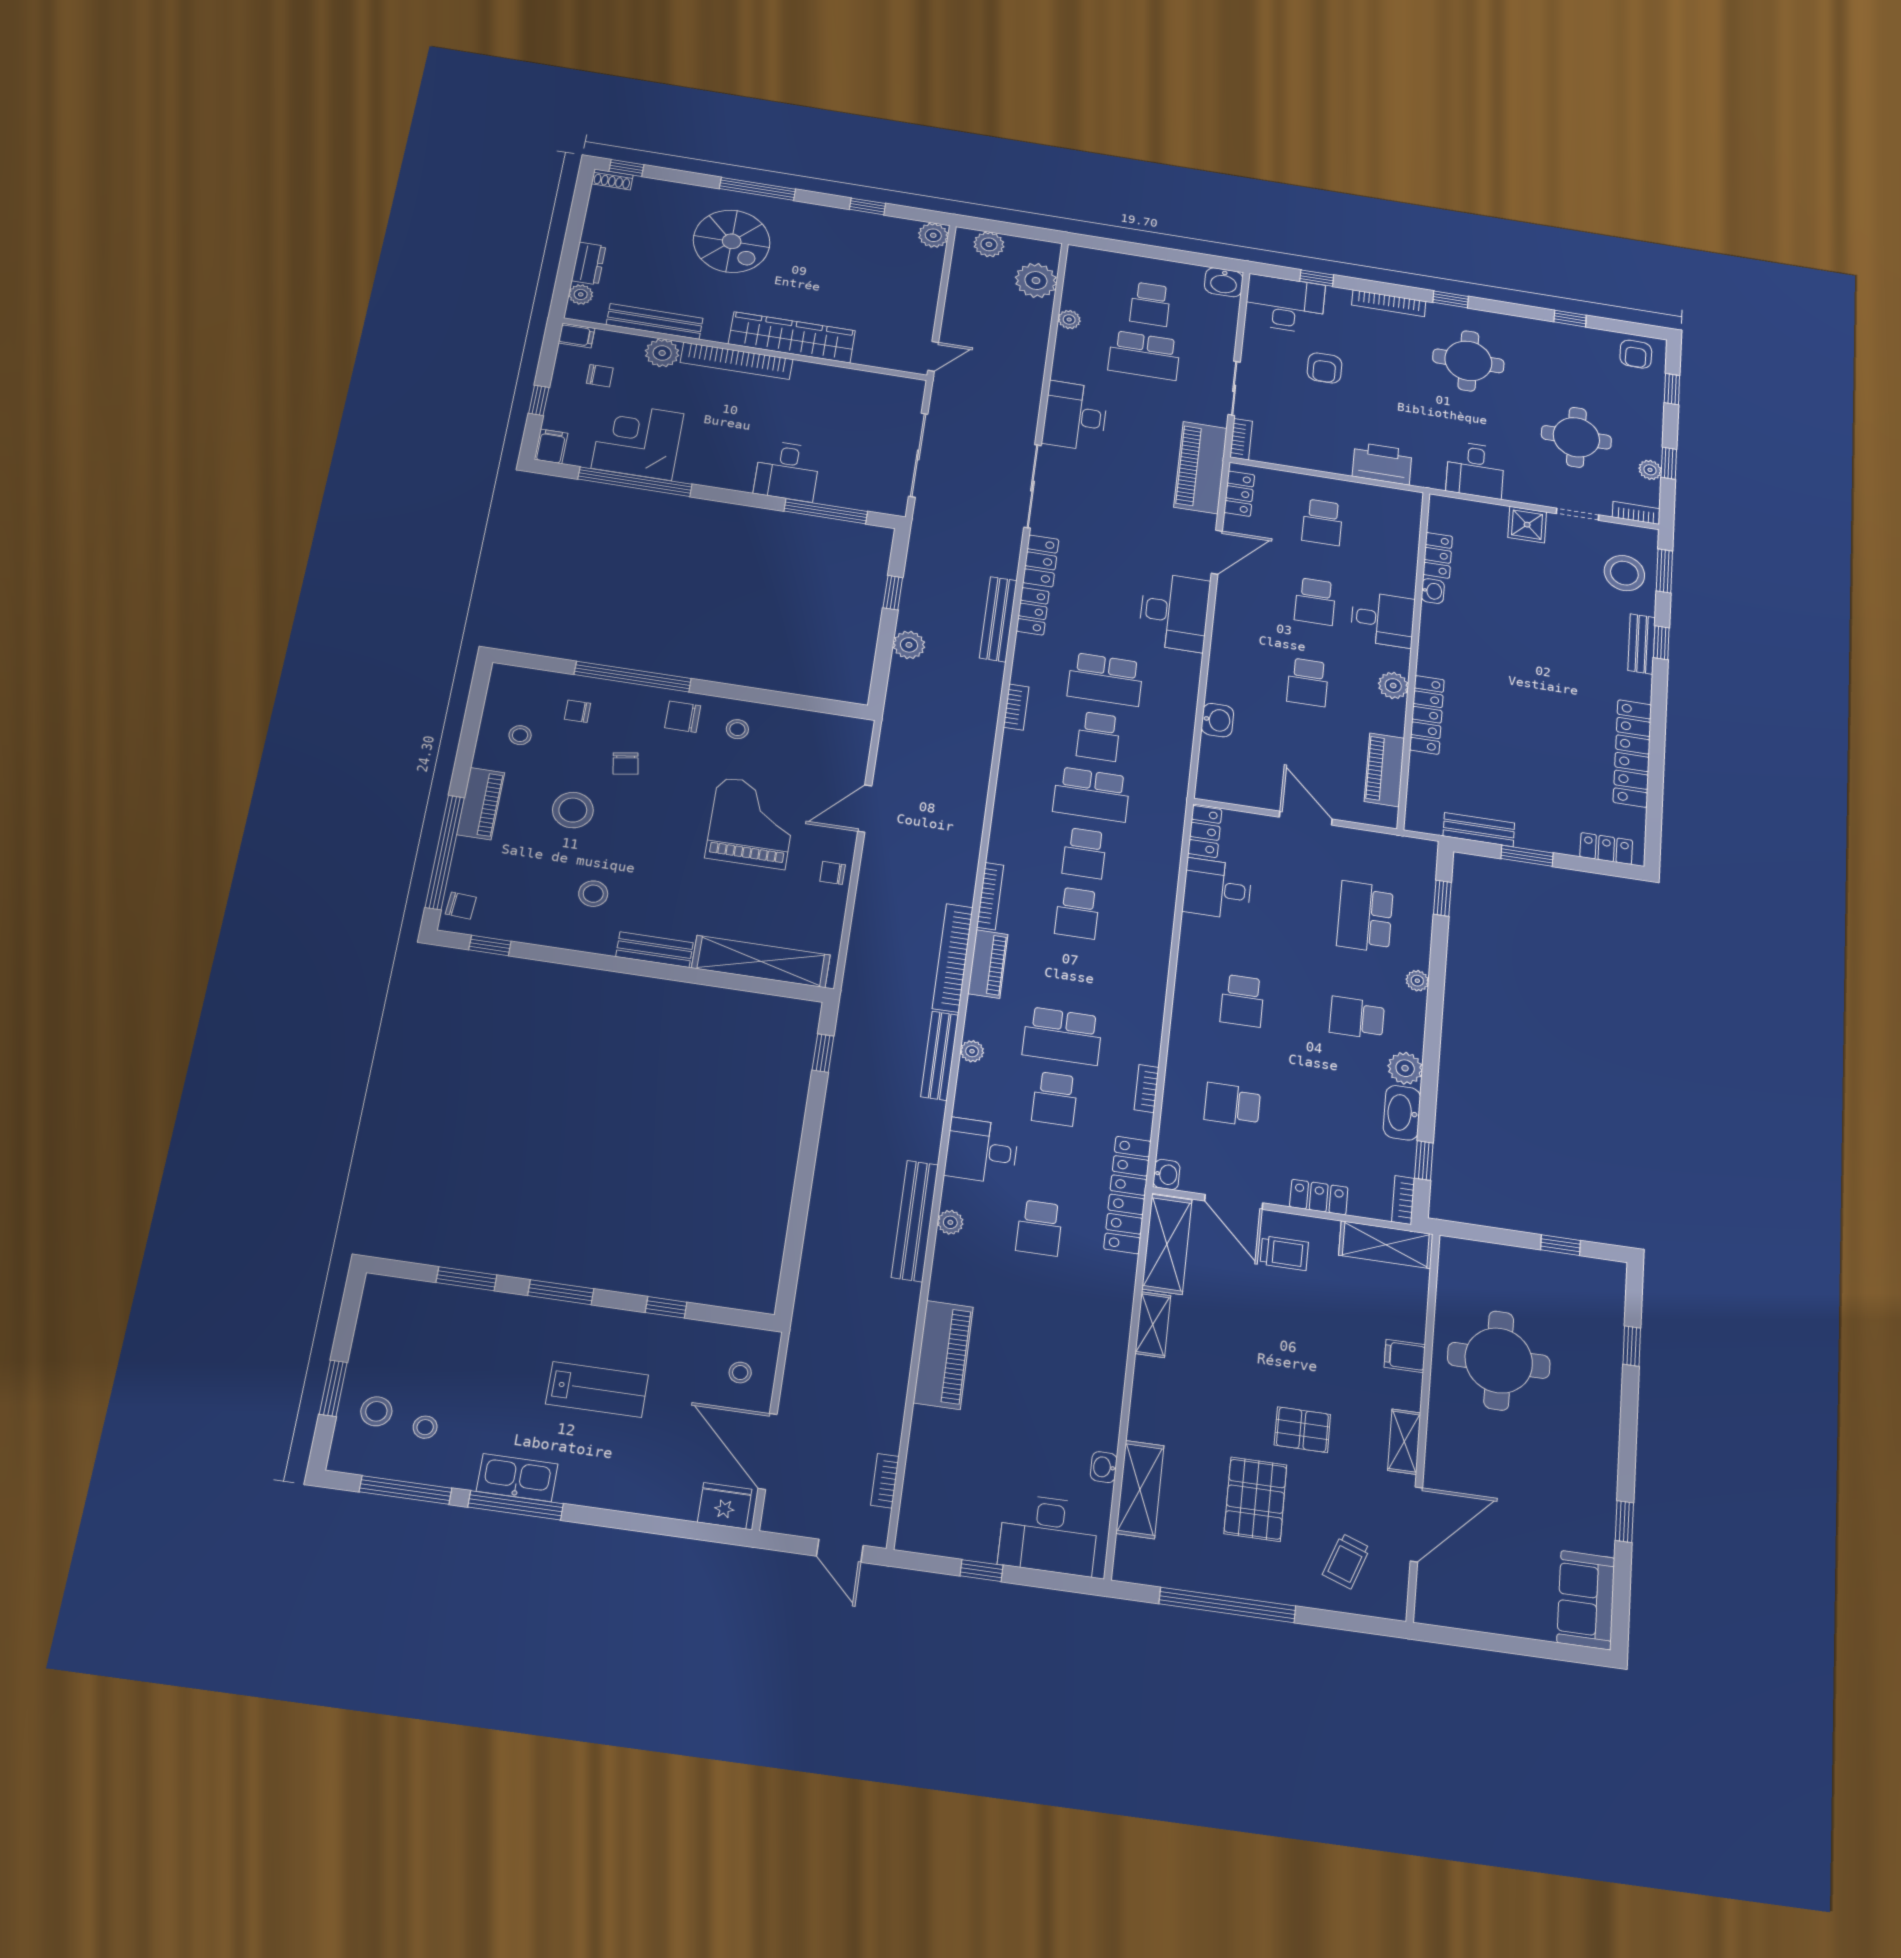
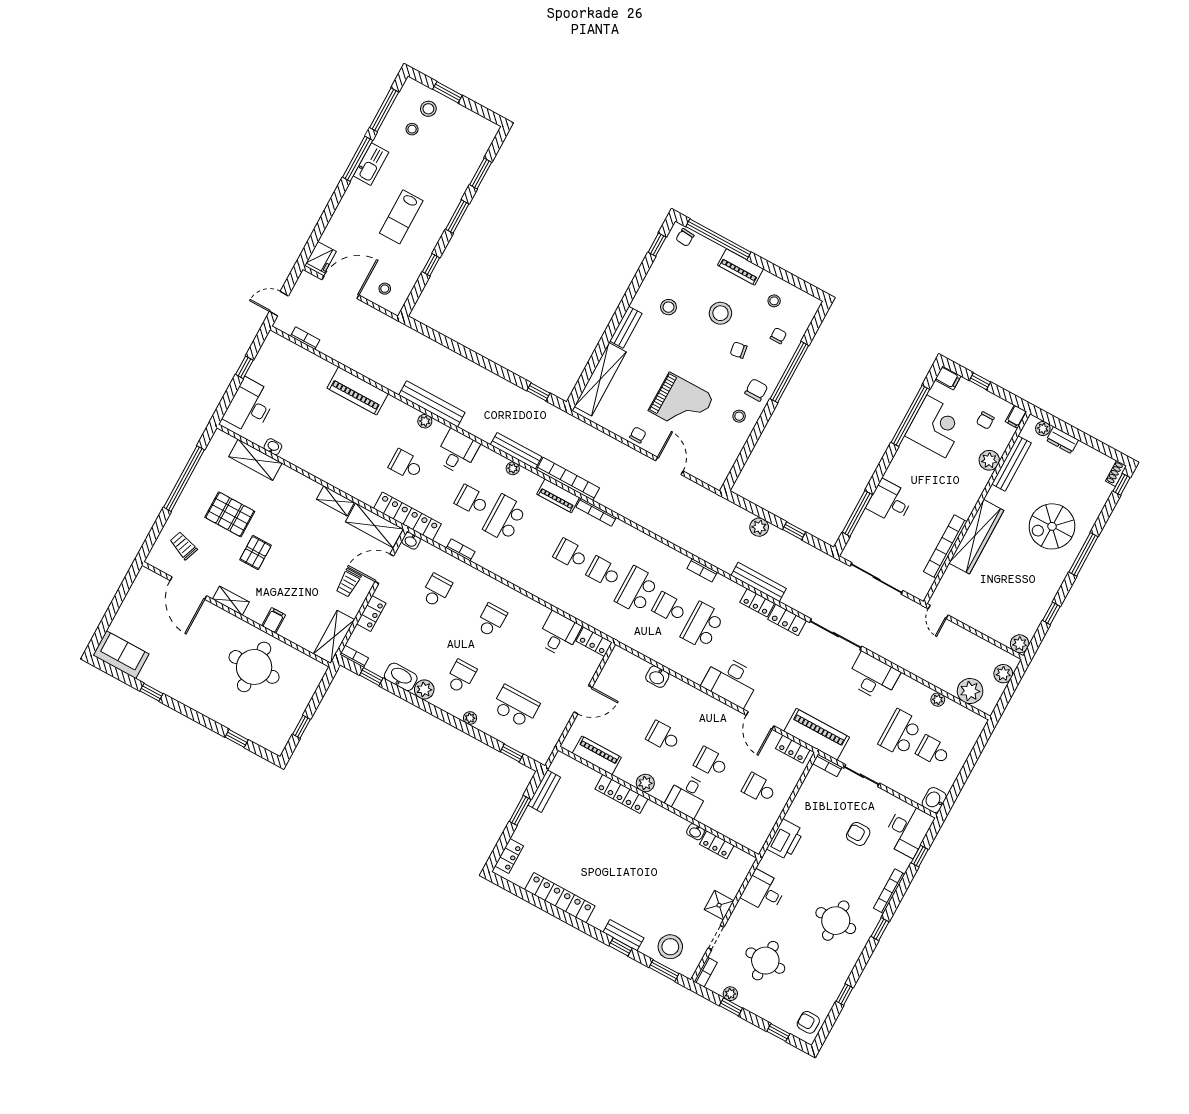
bookcase: (737, 361) -> (945, 547), moved
school desk: (1242, 1001) -> (491, 620), turned 90

